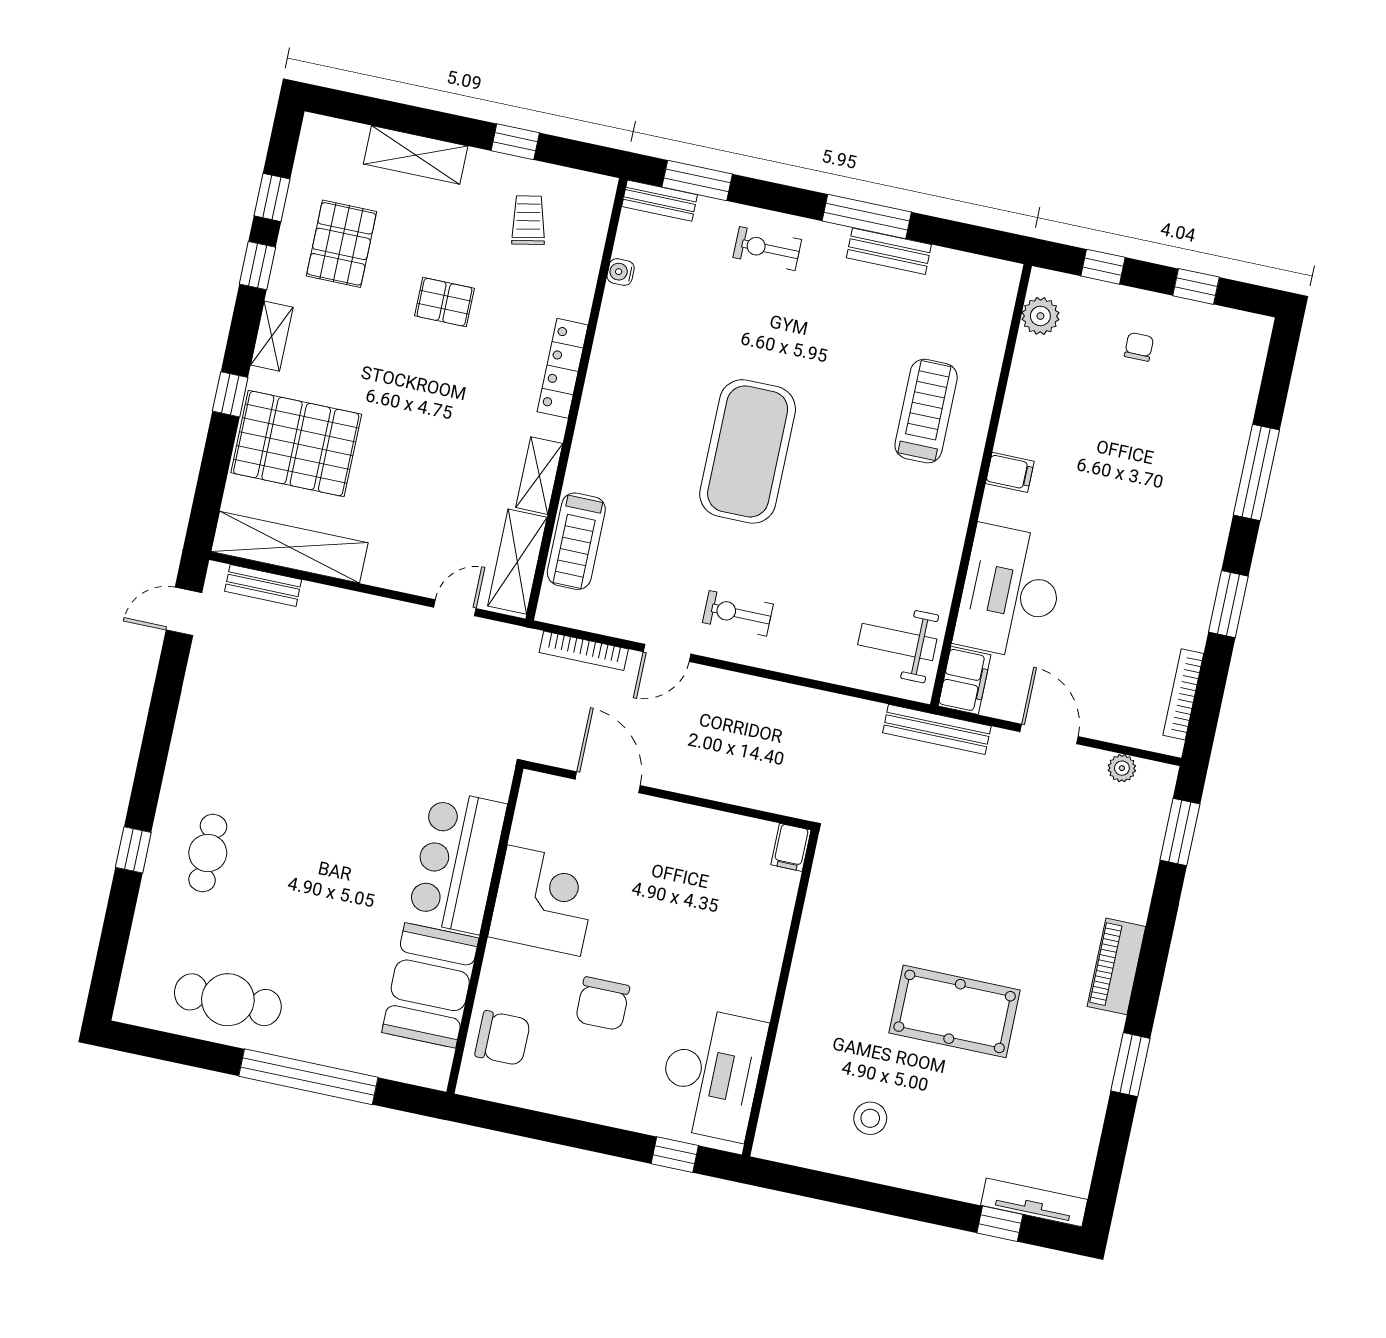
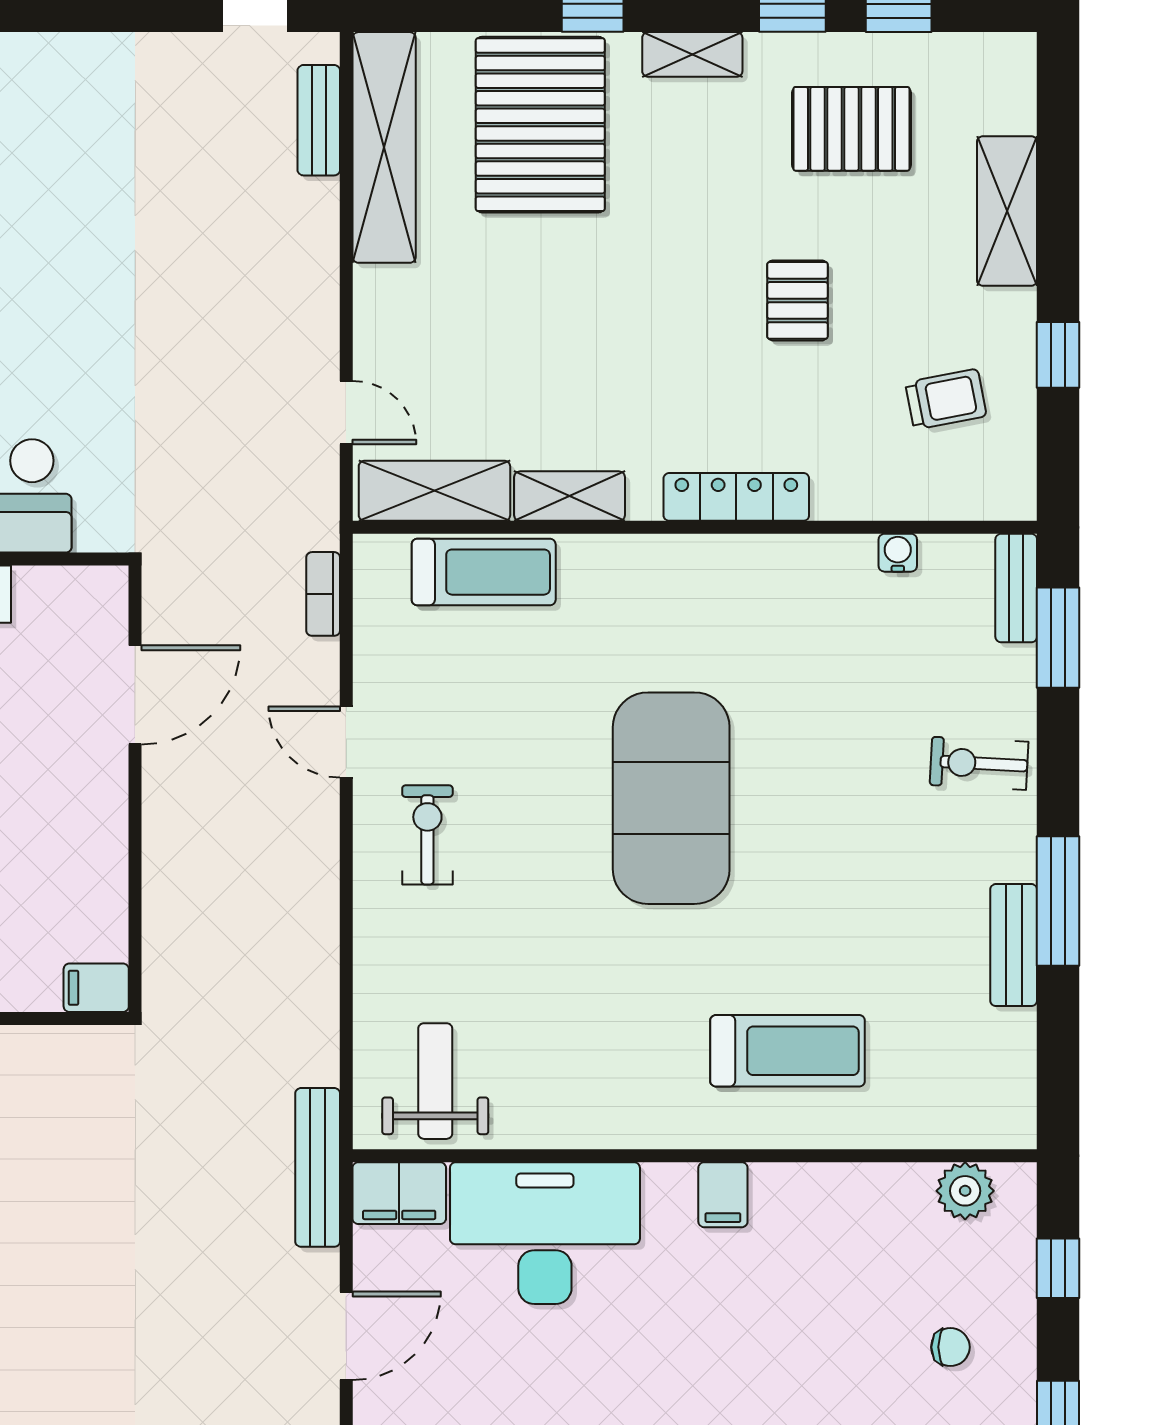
exercise bike: (767, 249) -> (979, 763), turned -87
exercise mat: (748, 451) -> (671, 798), turned 90
treadmill: (576, 541) -> (484, 572), turned 180
bookcase: (584, 651) -> (323, 594), width x0.64

